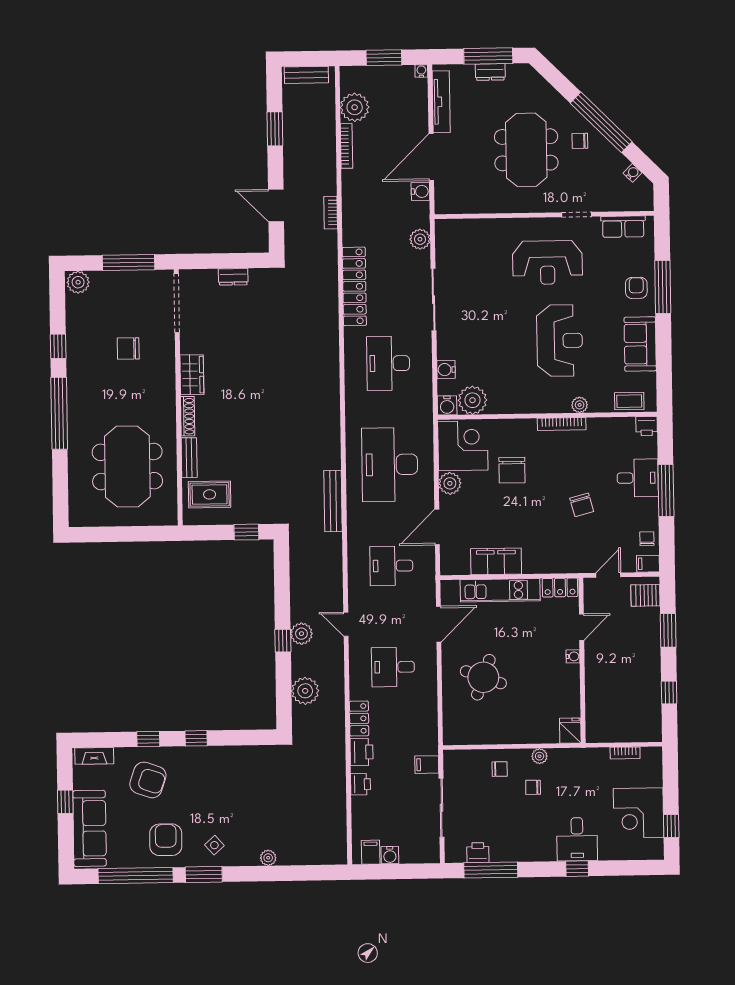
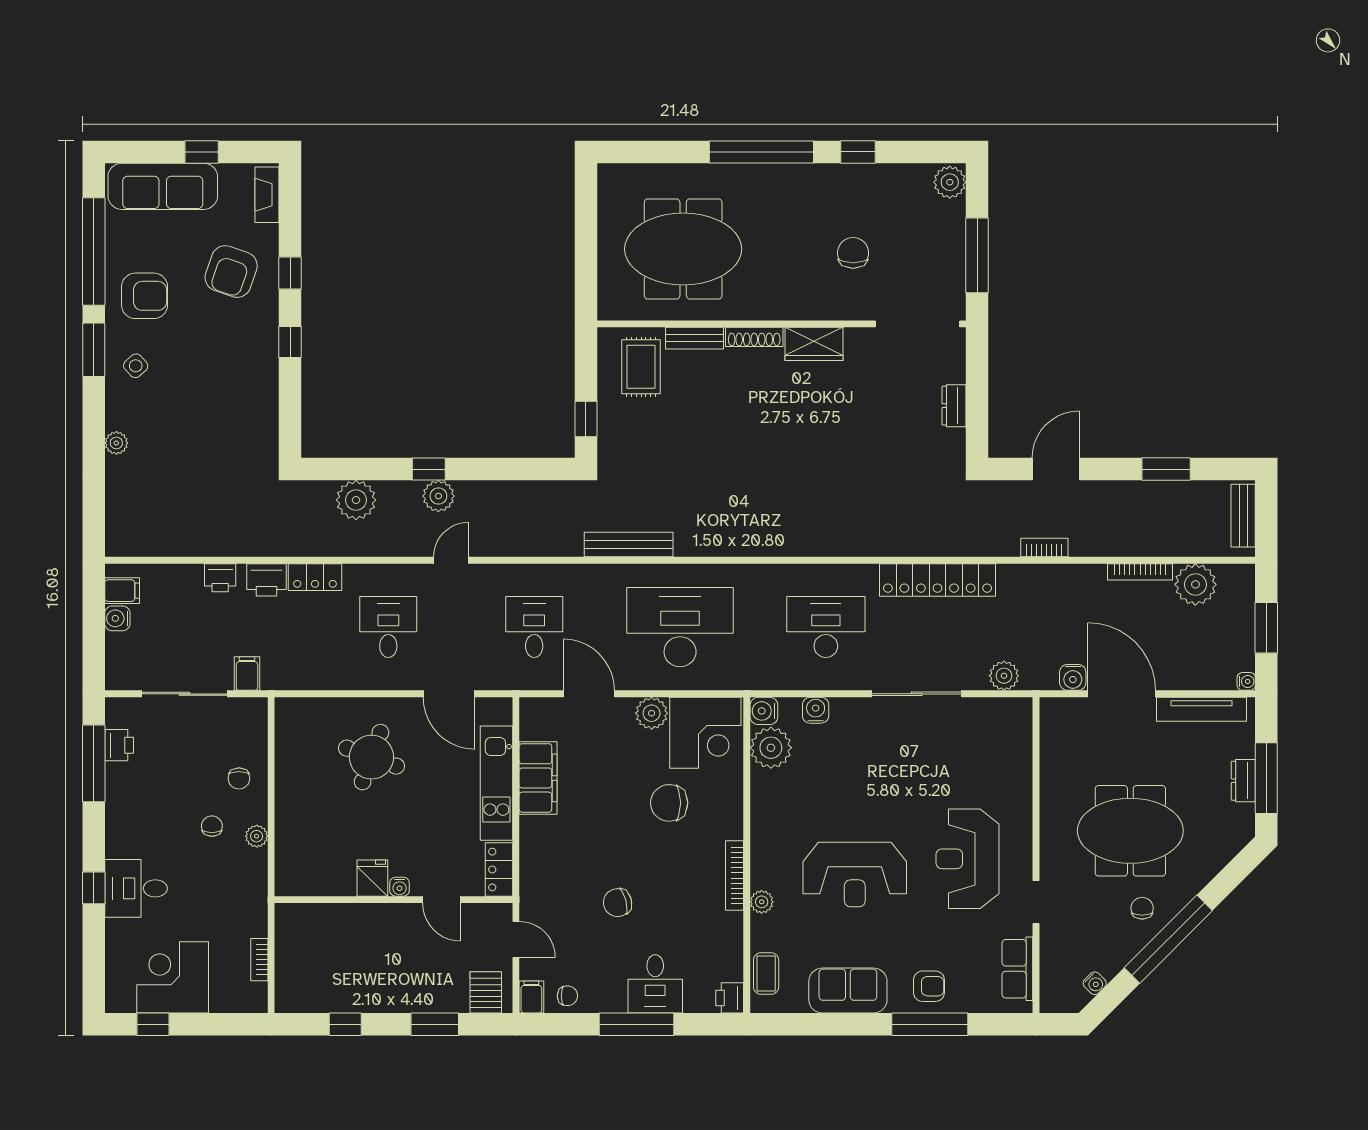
fridge: (570, 731) -> (372, 878), moved, turned -90

